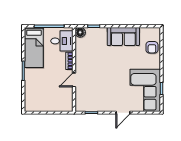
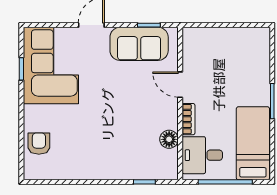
floor lamp: (80, 32) -> (169, 139), moved
sofa: (123, 37) -> (139, 44), moved, turned 180
door: (74, 80) -> (180, 85), swing flipped

